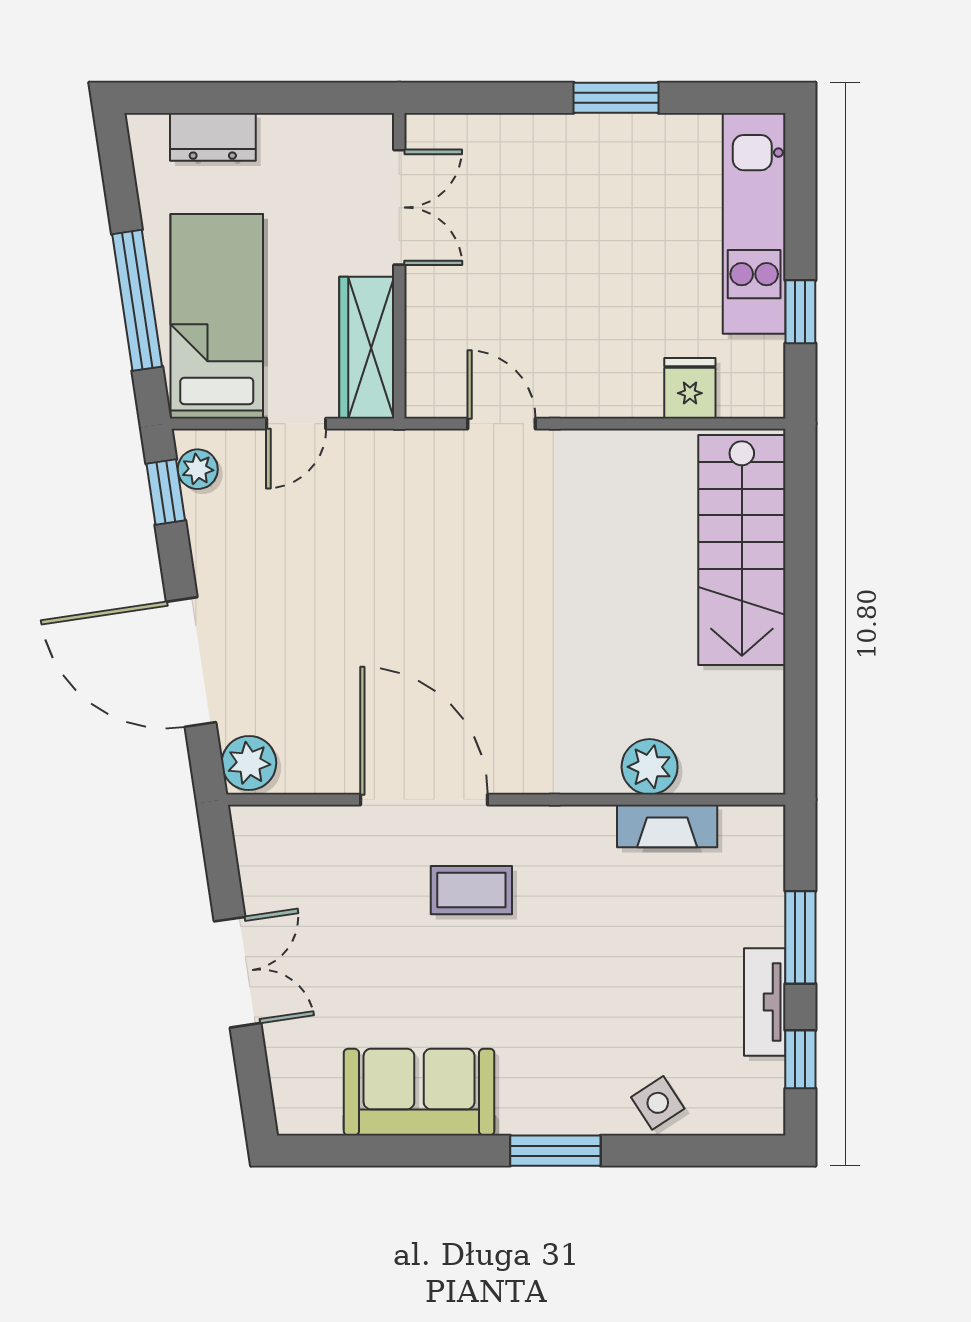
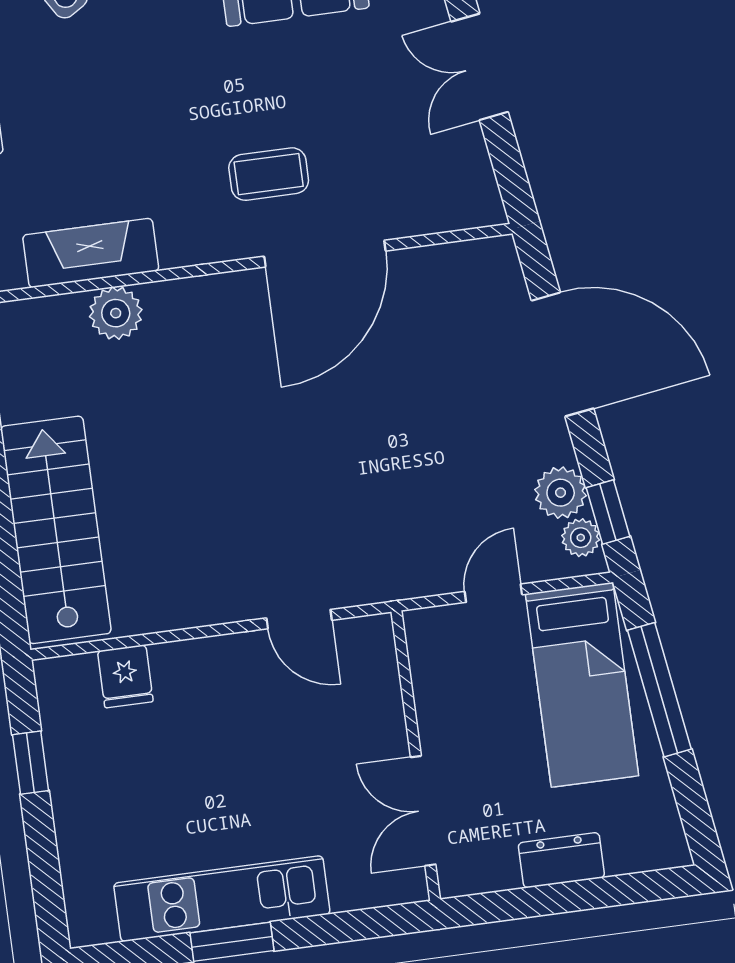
dresser: (213, 137) -> (561, 860), moved
kitchen unit: (754, 223) -> (222, 899), moved, turned -90
wardrobe: (367, 348) -> (436, 674), removed
plant: (249, 763) -> (561, 493), moved
door: (424, 800) -> (325, 254), hinge flipped
fireplace: (667, 826) -> (91, 253), width x1.37, depth x1.32

